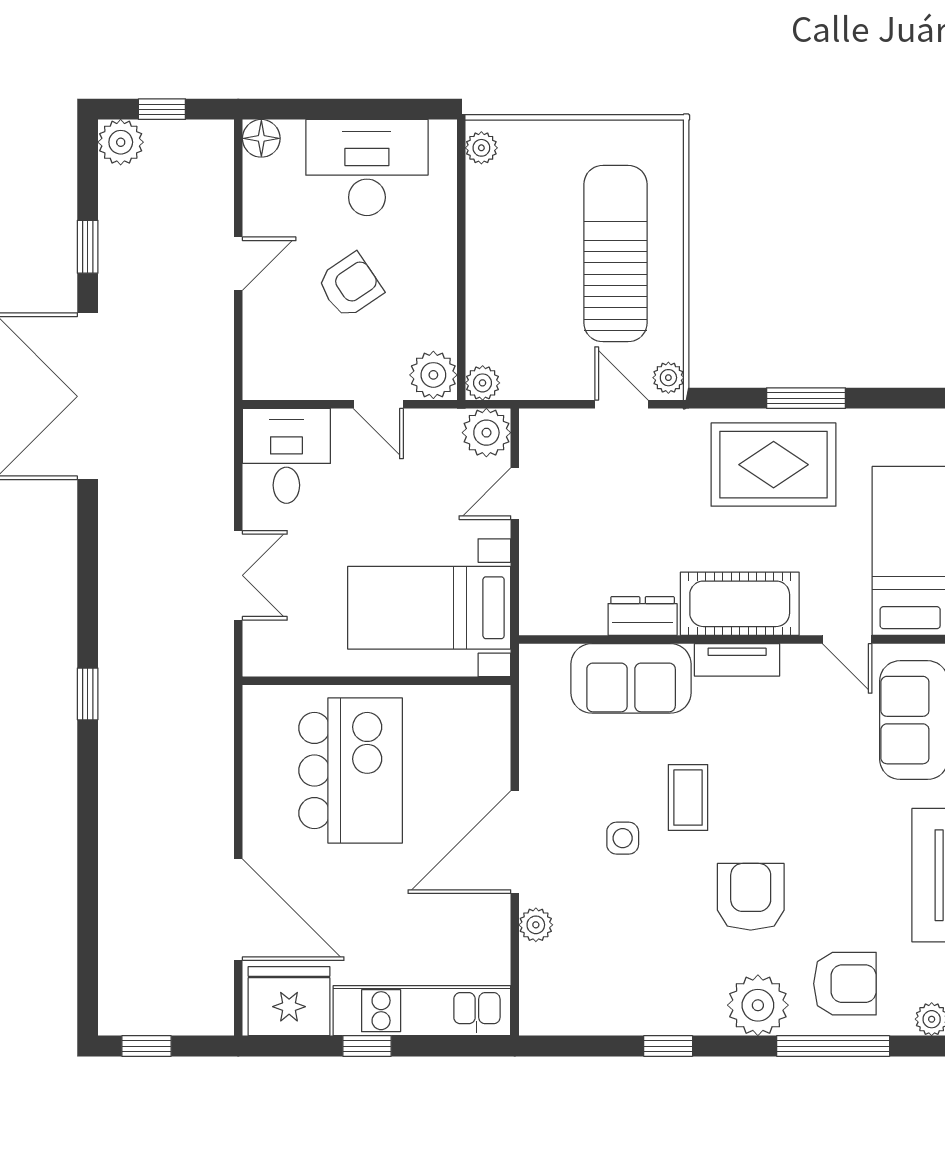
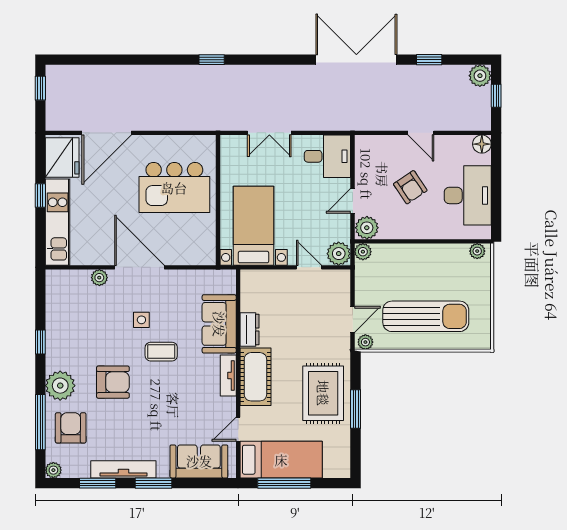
armchair: (845, 984) -> (71, 428), turned 180

